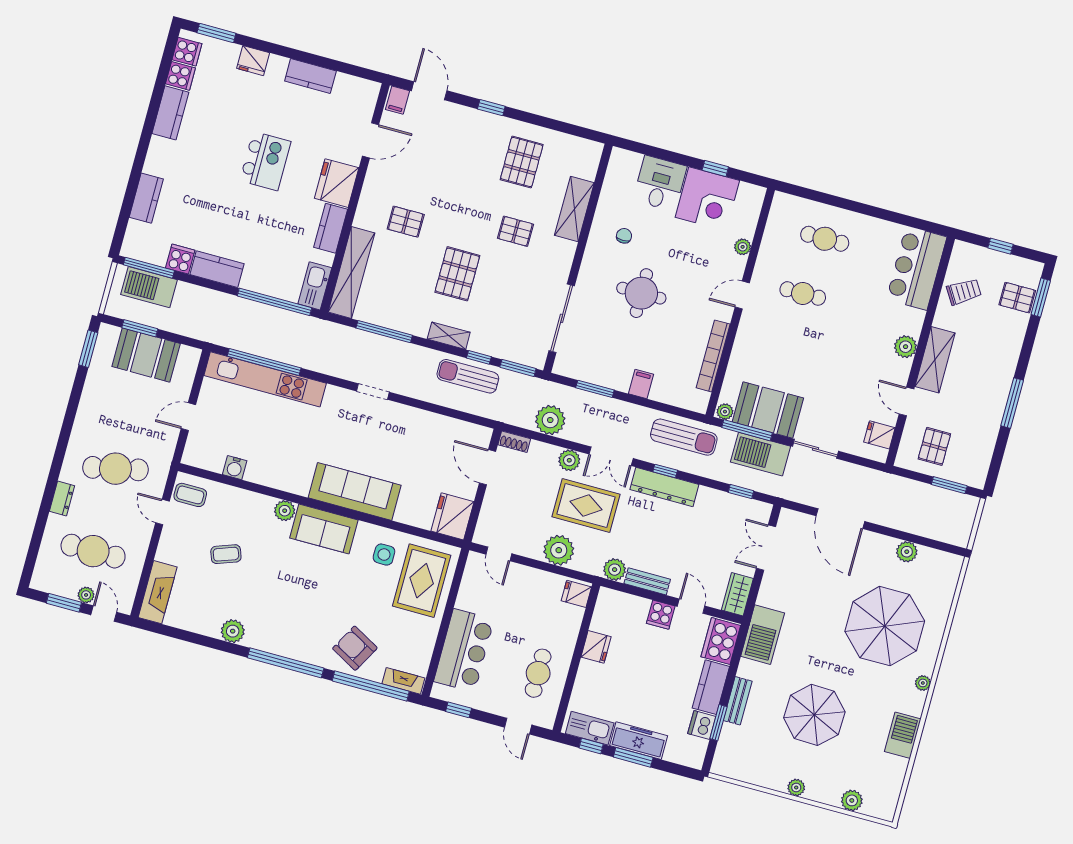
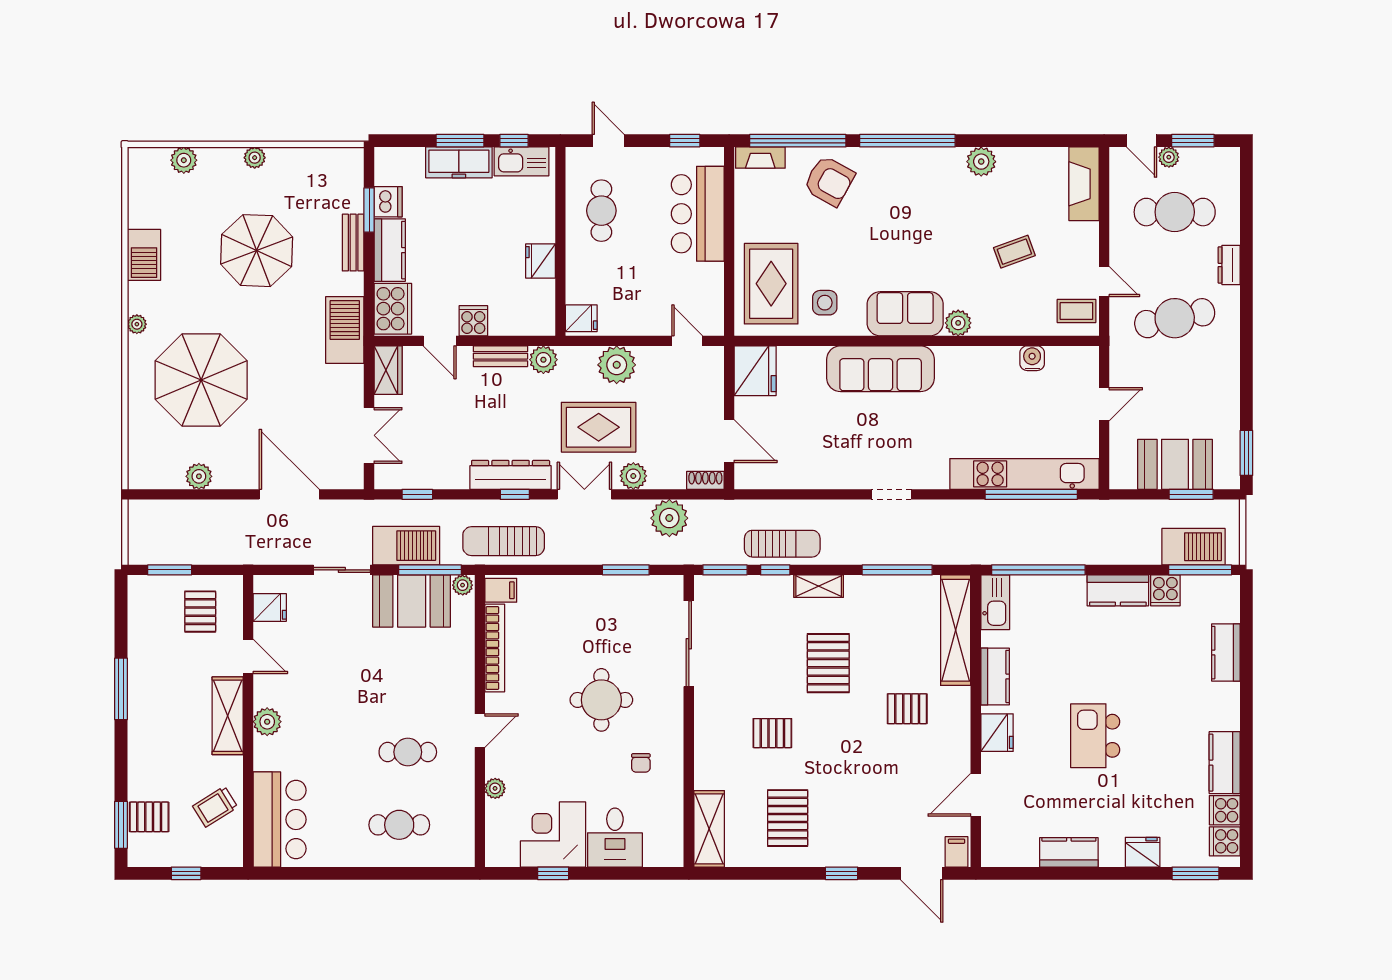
fridge: (337, 183) -> (997, 733), width x0.73, depth x0.75
shelving: (574, 209) -> (709, 829), moved
filing cabinet: (641, 384) -> (501, 590), moved, turned -90

